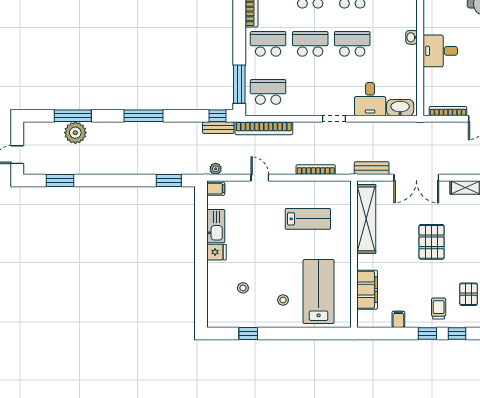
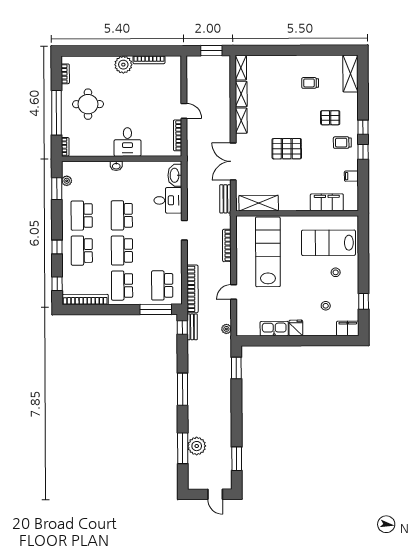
double door: (416, 178) -> (233, 161), swing flipped
filing cabinet: (216, 189) -> (348, 328), moved, width x2.00
lab bench: (308, 219) -> (268, 252), width x1.86, depth x1.39
shelving: (366, 219) -> (259, 203), width x0.68

